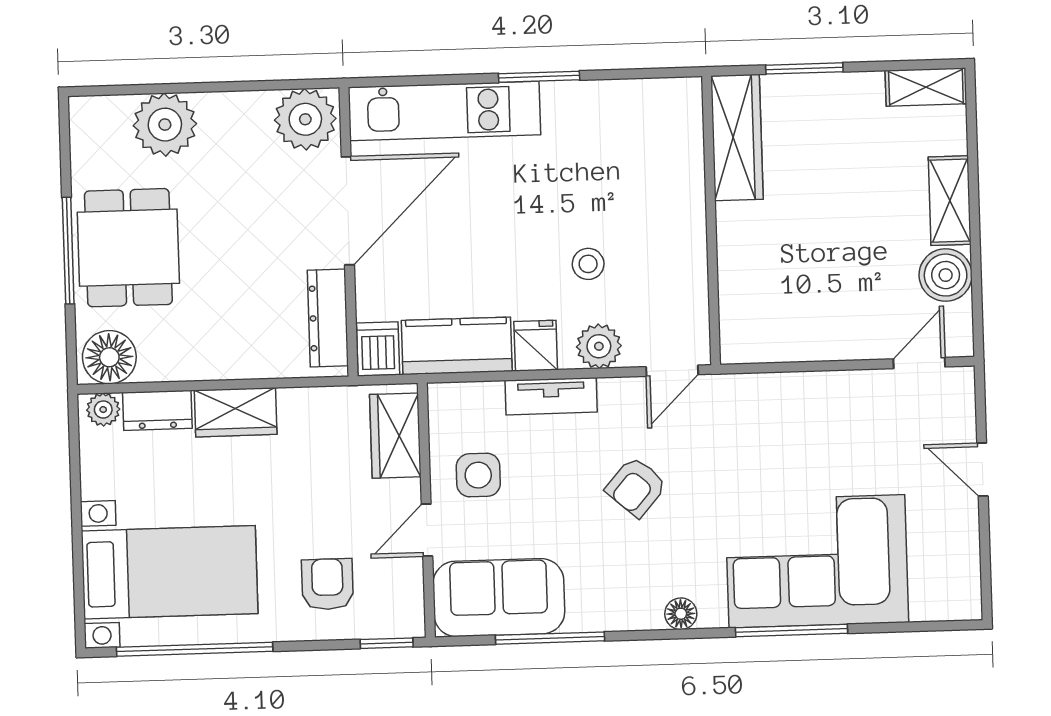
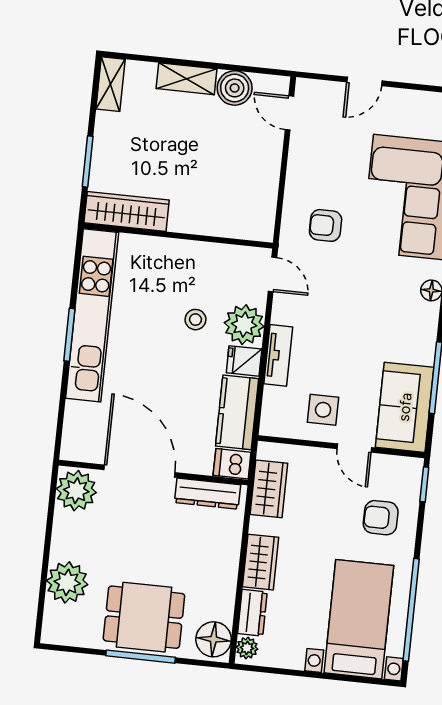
kitchen unit: (444, 111) -> (92, 315), moved, width x1.36
plant: (599, 346) -> (244, 325), width x1.36, depth x1.36
wardrobe: (395, 436) -> (269, 489), moved, turned -90
armchair: (636, 487) -> (326, 225), moved, turned 139

